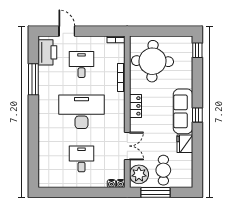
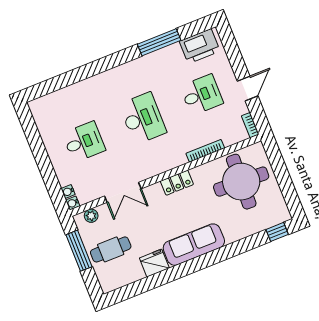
door: (67, 31) -> (248, 89), moved
desk: (82, 112) -> (143, 118), width x0.73, depth x0.77
window: (197, 115) -> (196, 264), removed
plant: (139, 174) -> (91, 216), width x0.53, depth x0.53

